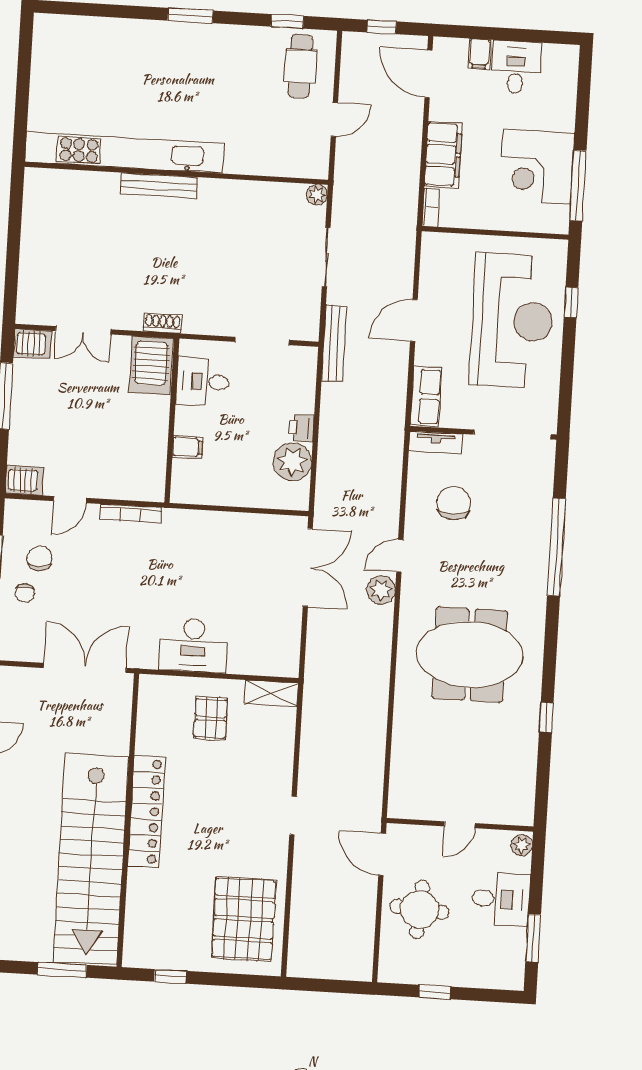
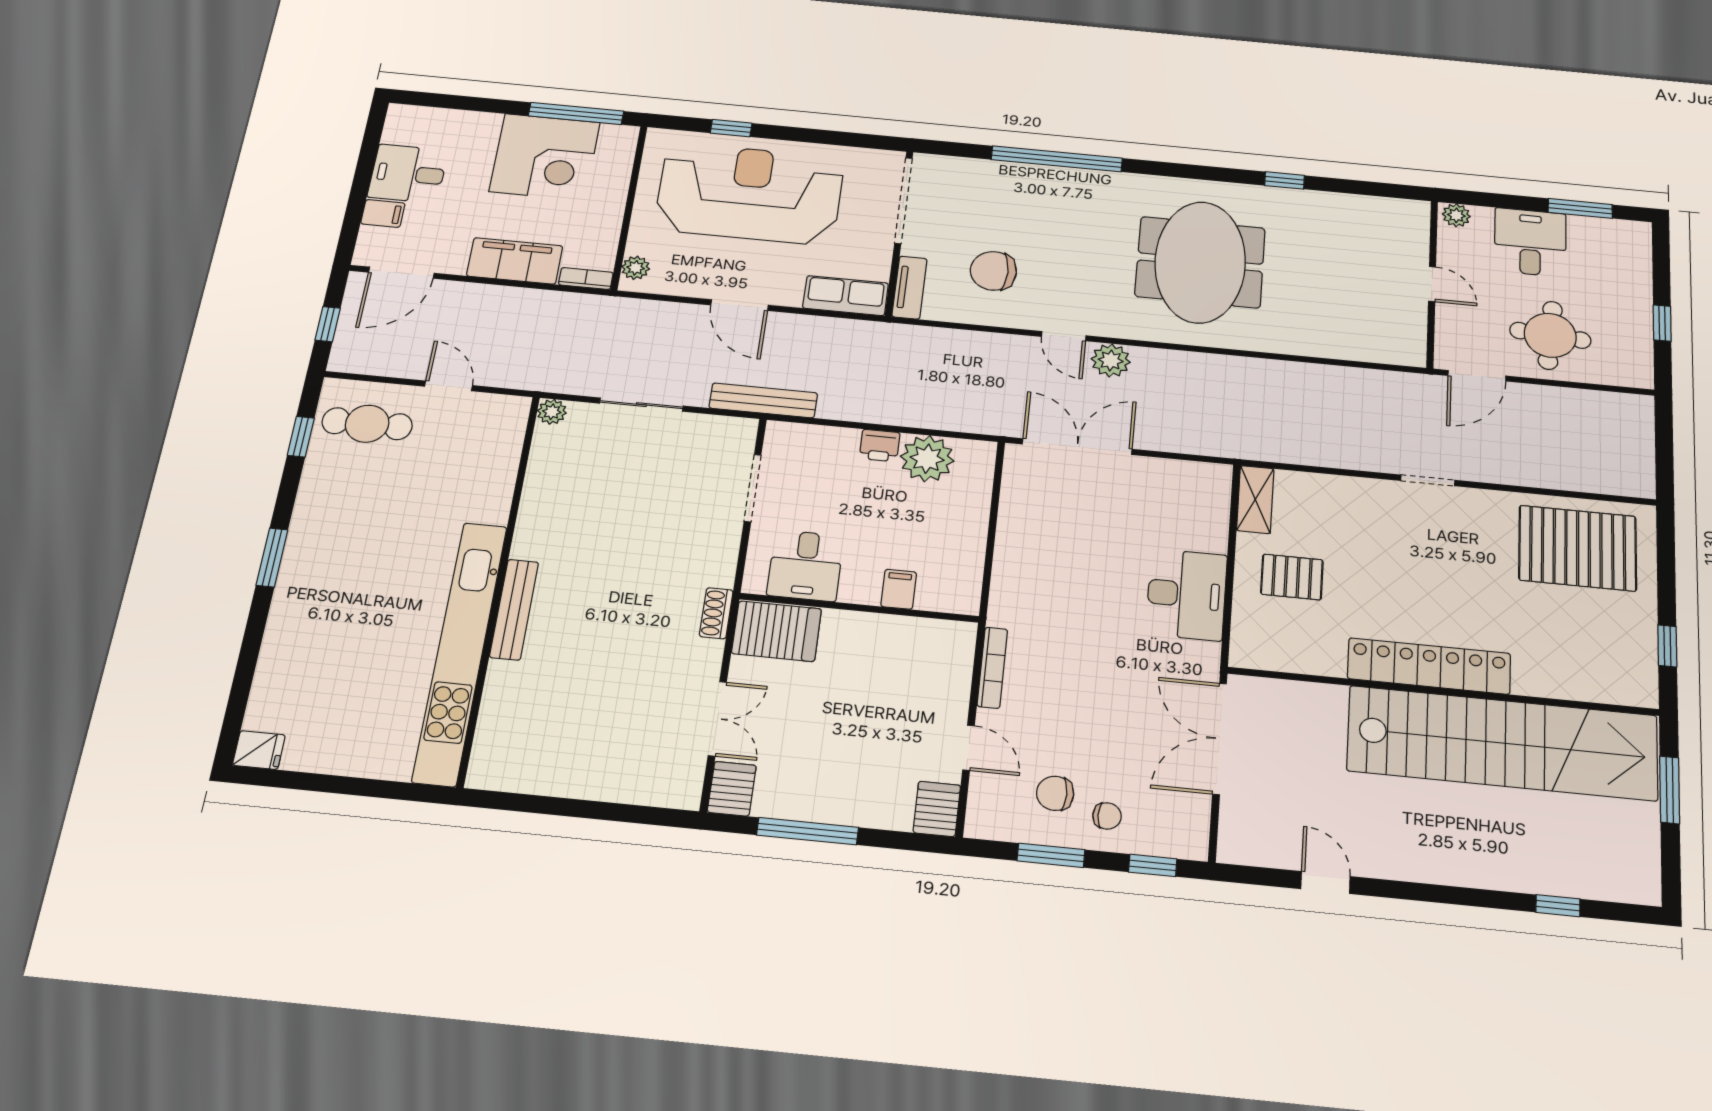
fridge: (45, 29) -> (259, 750), added
plant: (442, 243) -> (636, 268), added

